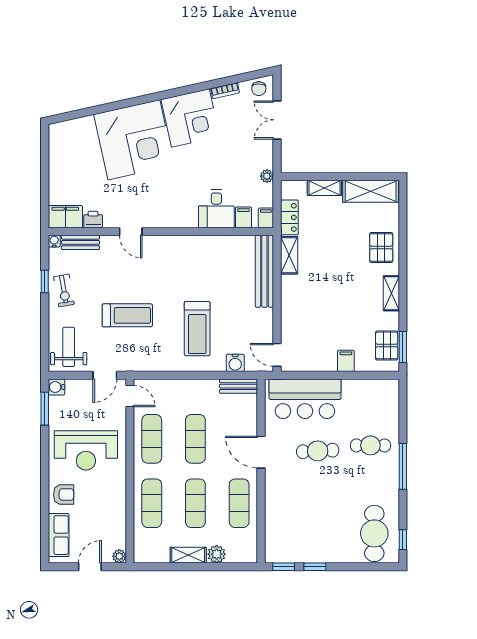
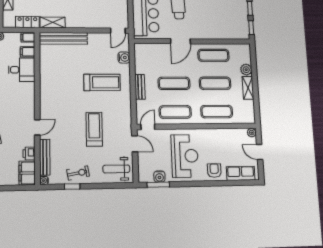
bench: (80, 242) -> (45, 157), width x1.36
bench: (239, 386) -> (140, 87), moved
water cooler: (56, 387) -> (159, 177), moved

